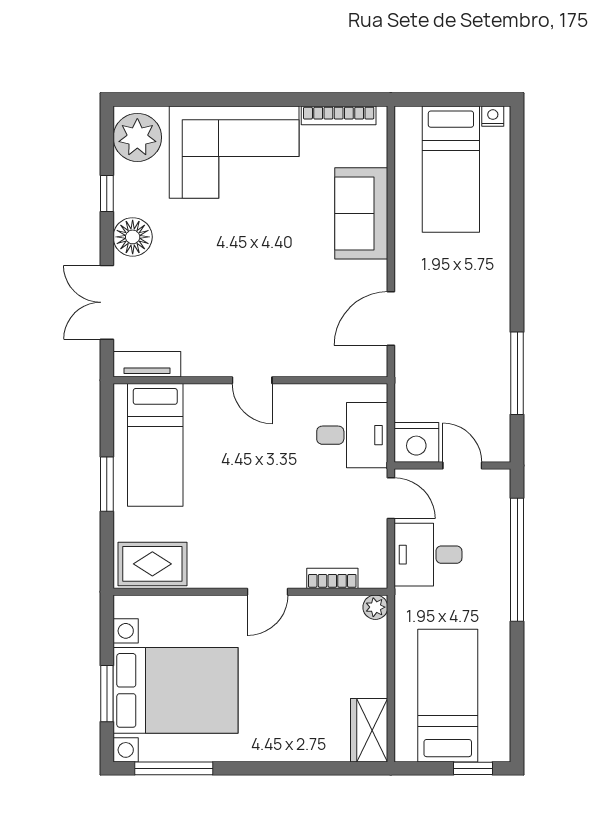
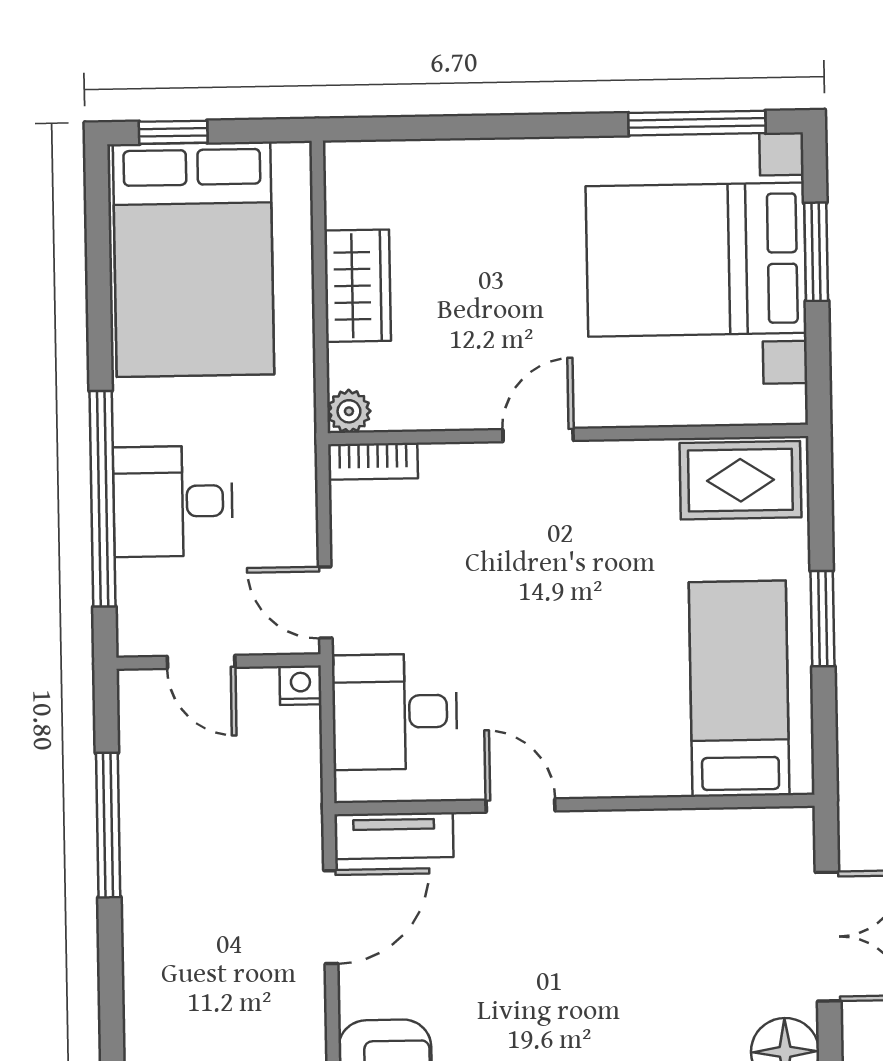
tv unit: (147, 364) -> (394, 836), moved
door: (252, 380) -> (521, 805), moved
nightstand: (416, 442) -> (300, 685), width x0.53, depth x0.56
desk: (428, 555) -> (173, 501), moved, turned 180
bookcase: (332, 578) -> (373, 461), moved
bed: (448, 696) -> (193, 259), width x1.50
wardrobe: (369, 730) -> (358, 286), moved

